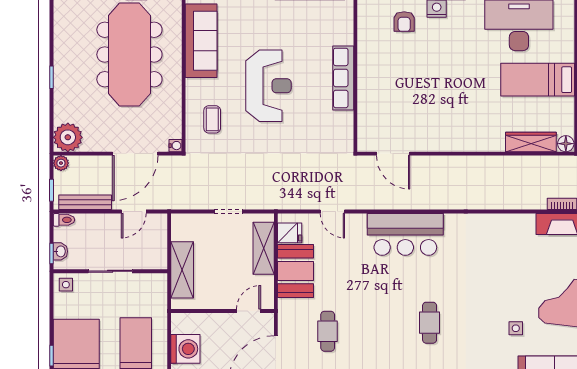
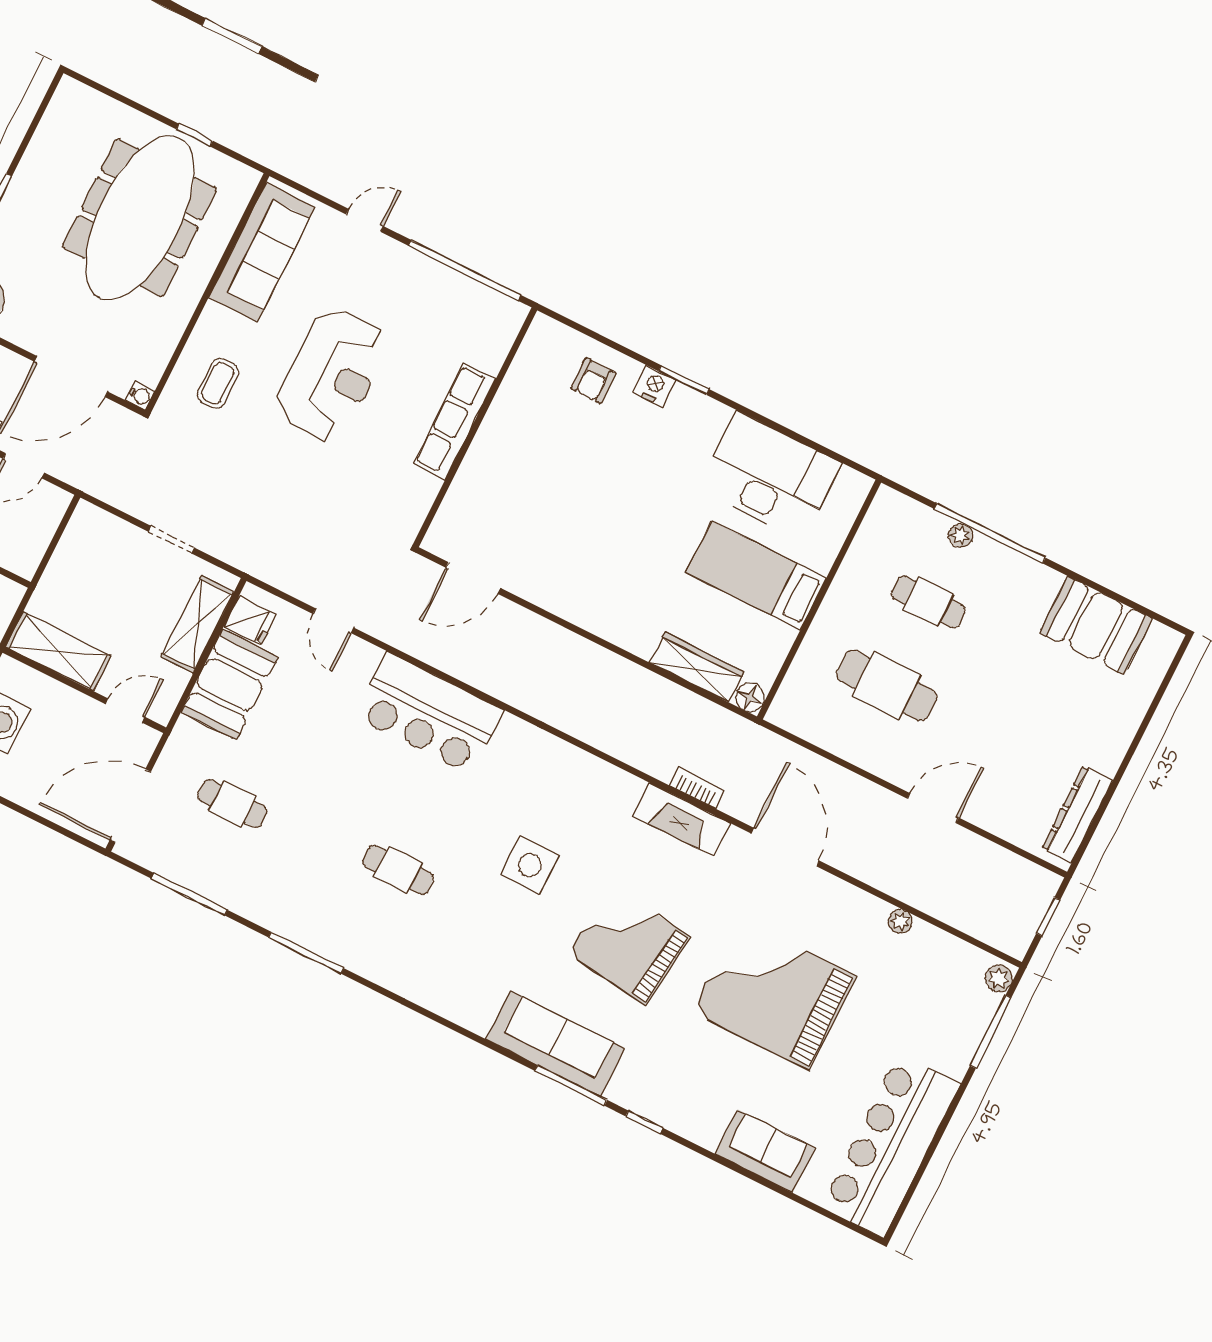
door: (393, 154) -> (473, 578), hinge flipped
shelving: (182, 270) -> (58, 651), moved, turned 90
cafe table: (430, 323) -> (398, 870), turned 90
side table: (516, 328) -> (530, 865), moved, width x1.87, depth x1.87
cafe table: (328, 331) -> (232, 804), turned 90

